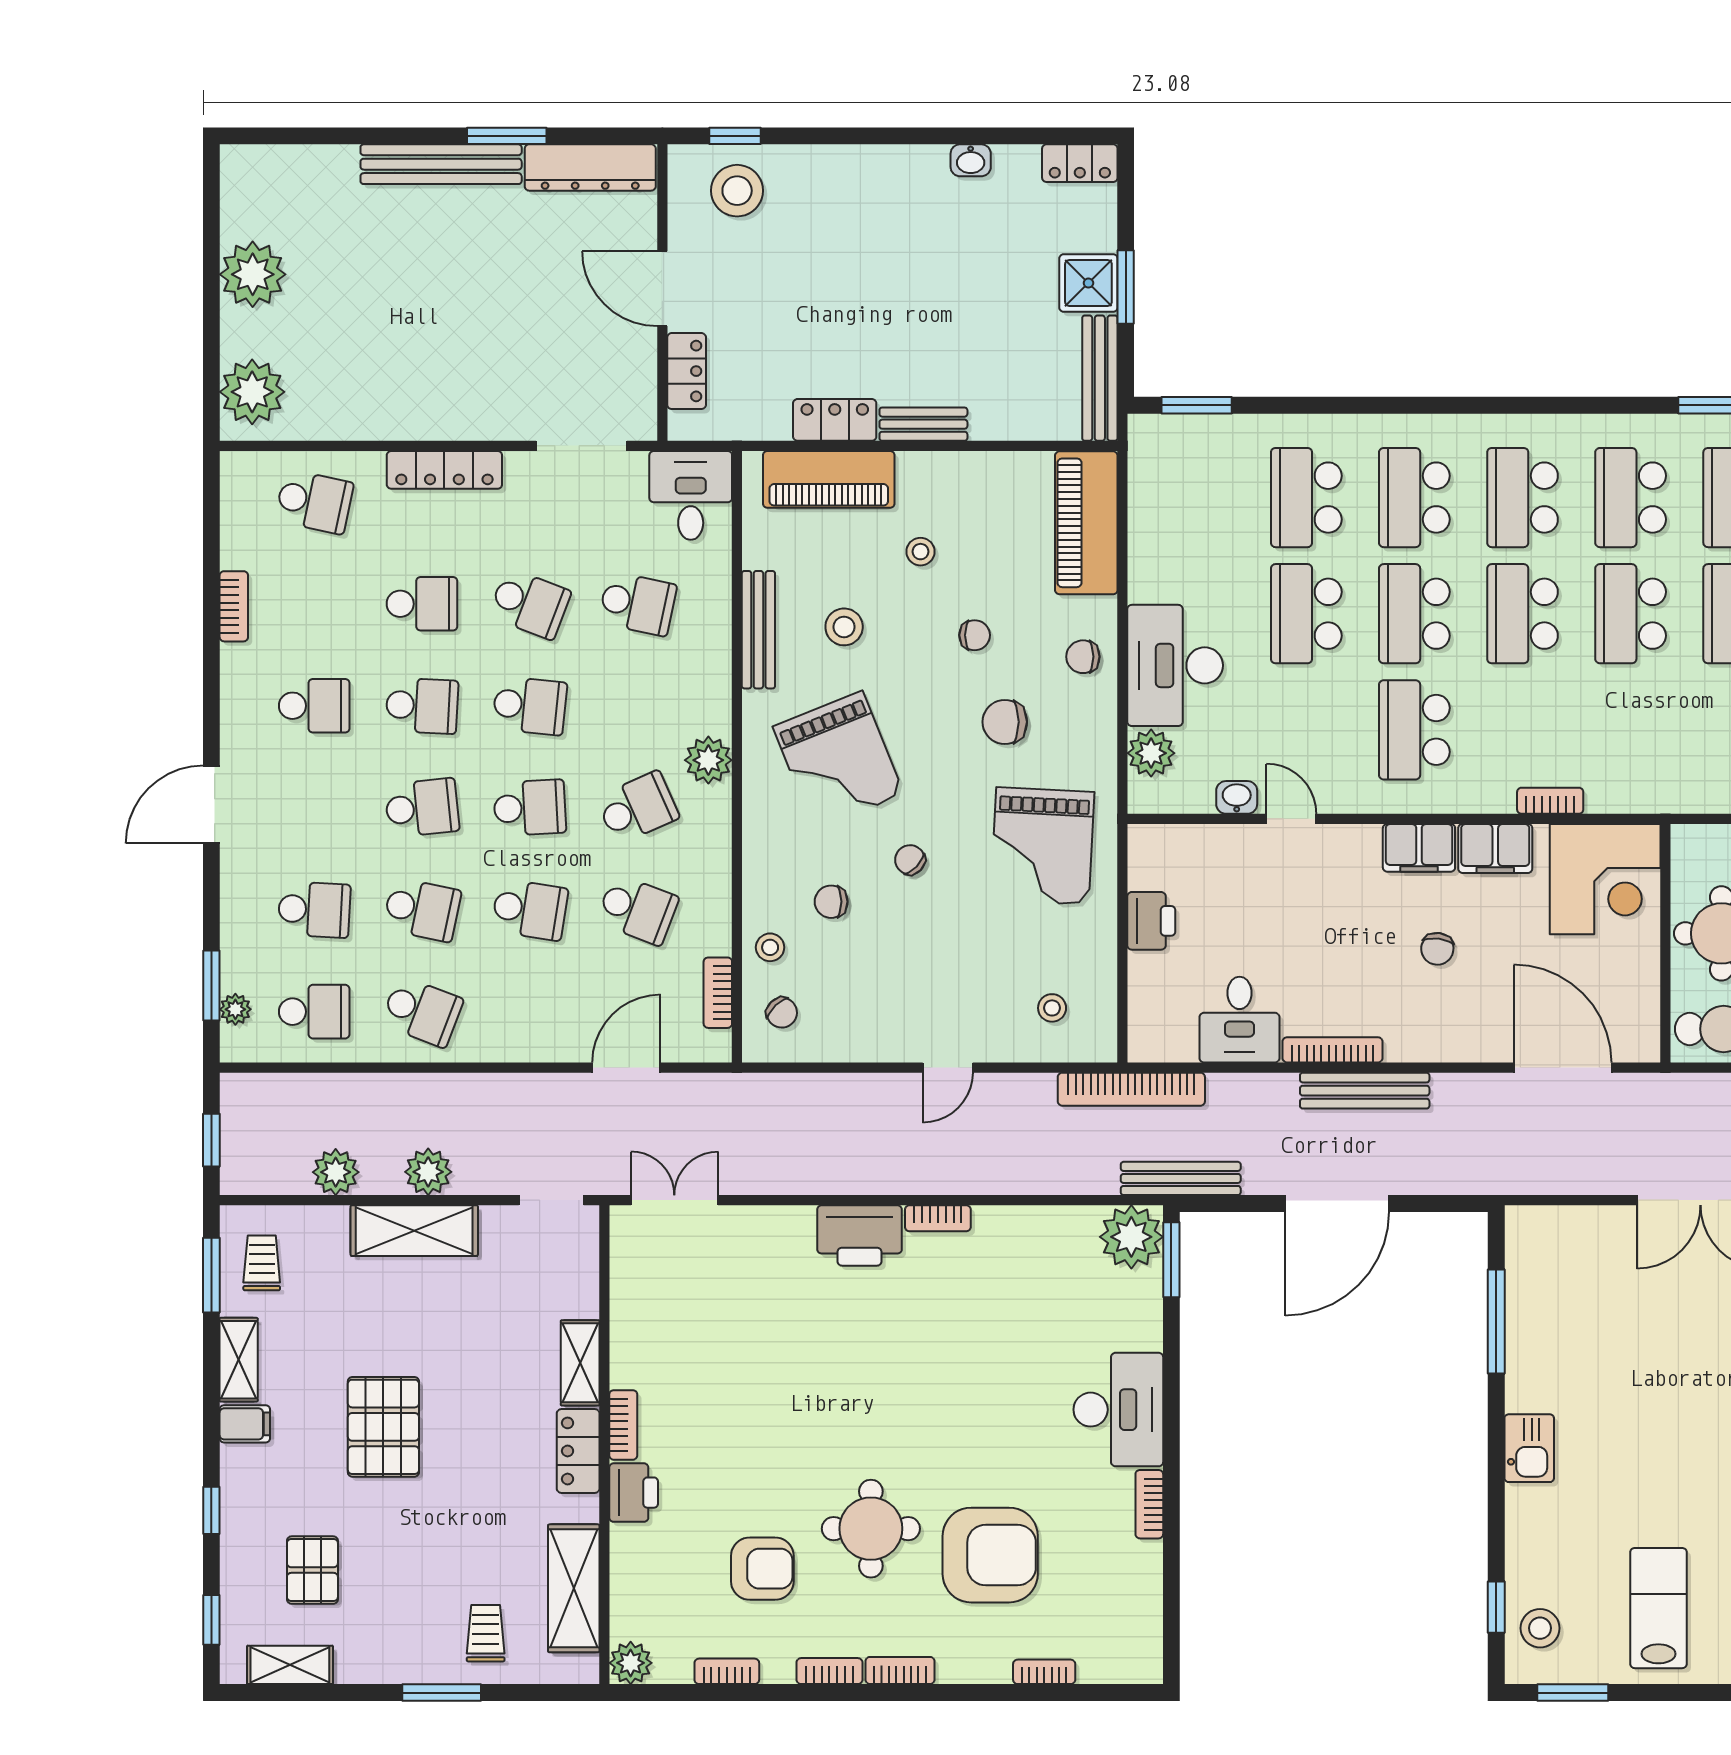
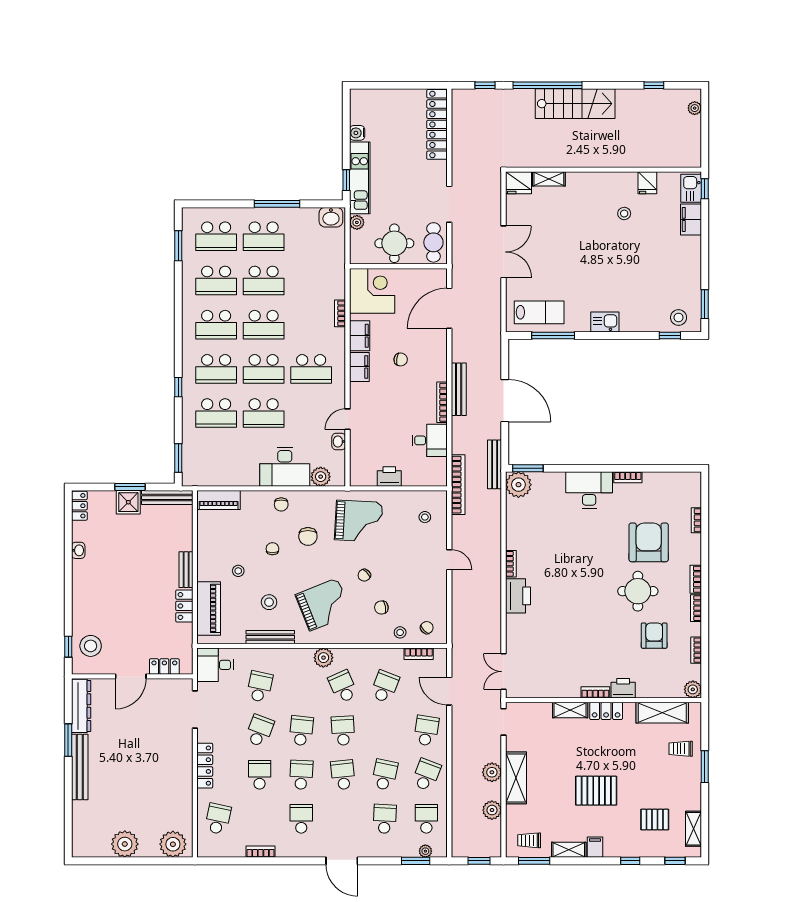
window: (1370, 405) -> (178, 387), added
piano: (1086, 523) -> (219, 500), width x0.73, depth x0.75
chair: (831, 902) -> (381, 607), turned 81
school desk: (530, 910) -> (426, 731), moved
lab bench: (1658, 1608) -> (539, 312), moved, turned 180

